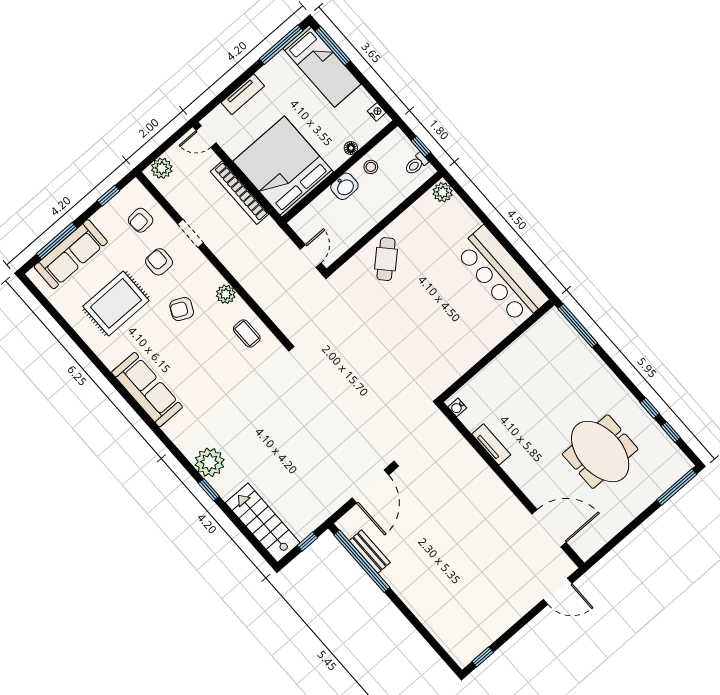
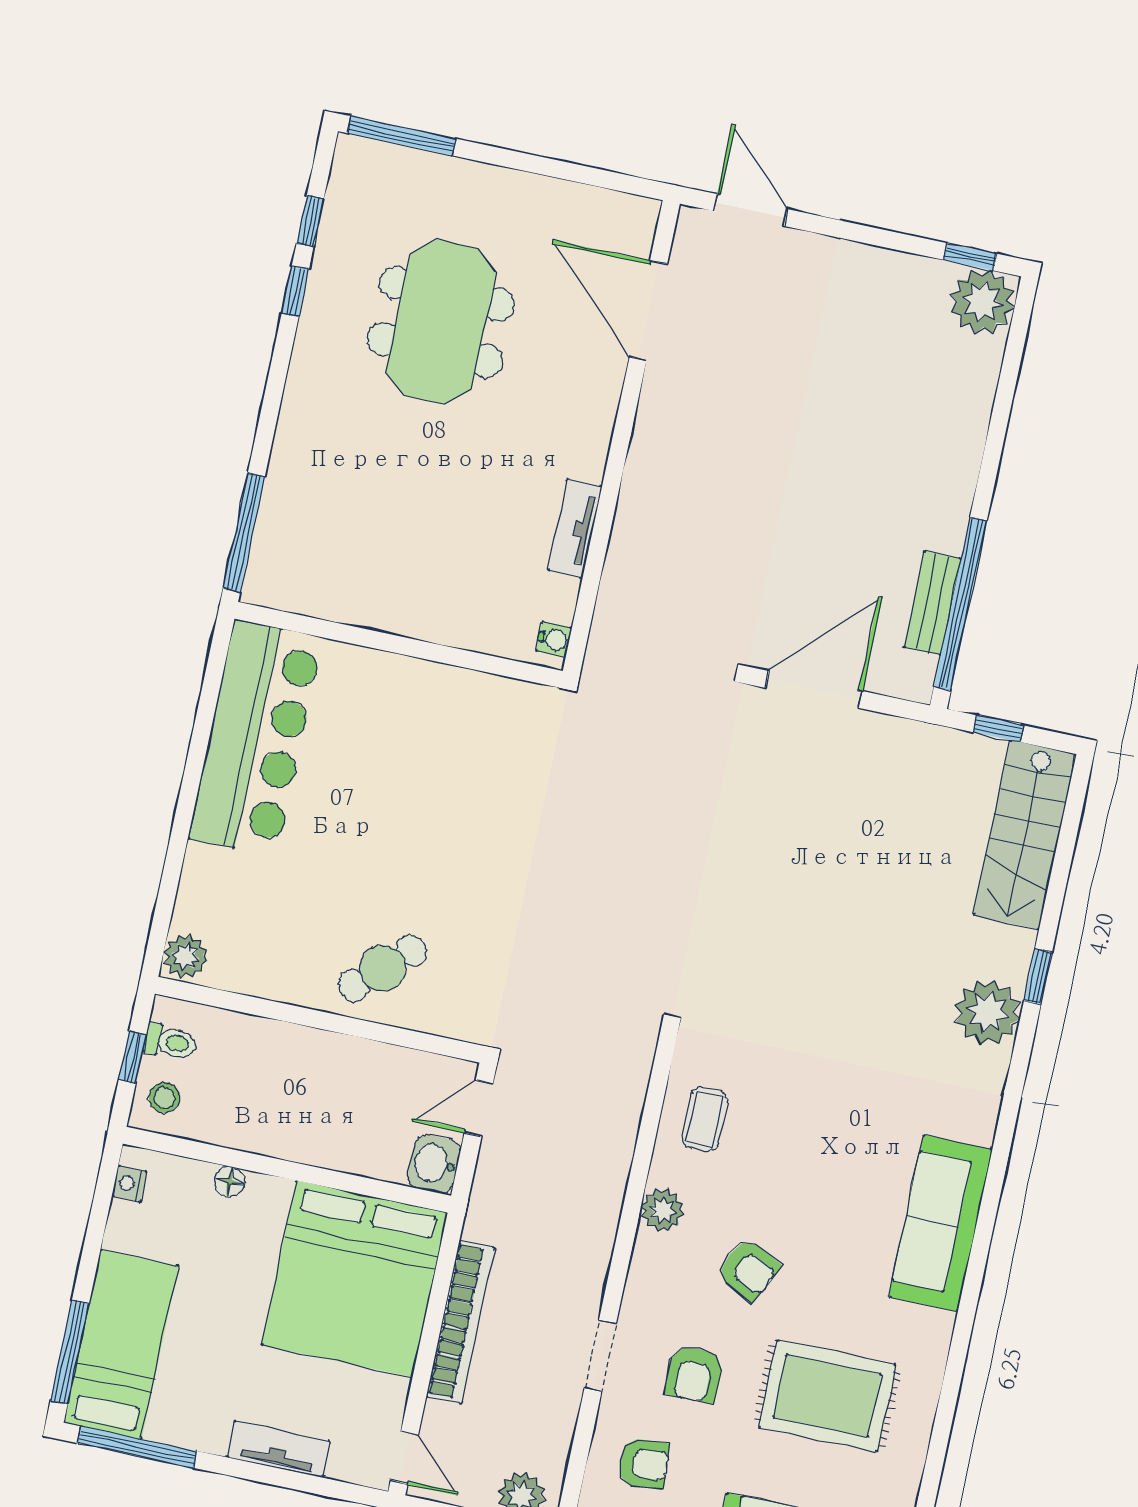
stool: (371, 167) -> (164, 1098), moved
washbasin: (344, 186) -> (434, 1164), moved, turned -90
plant: (463, 649) -> (982, 302), added

